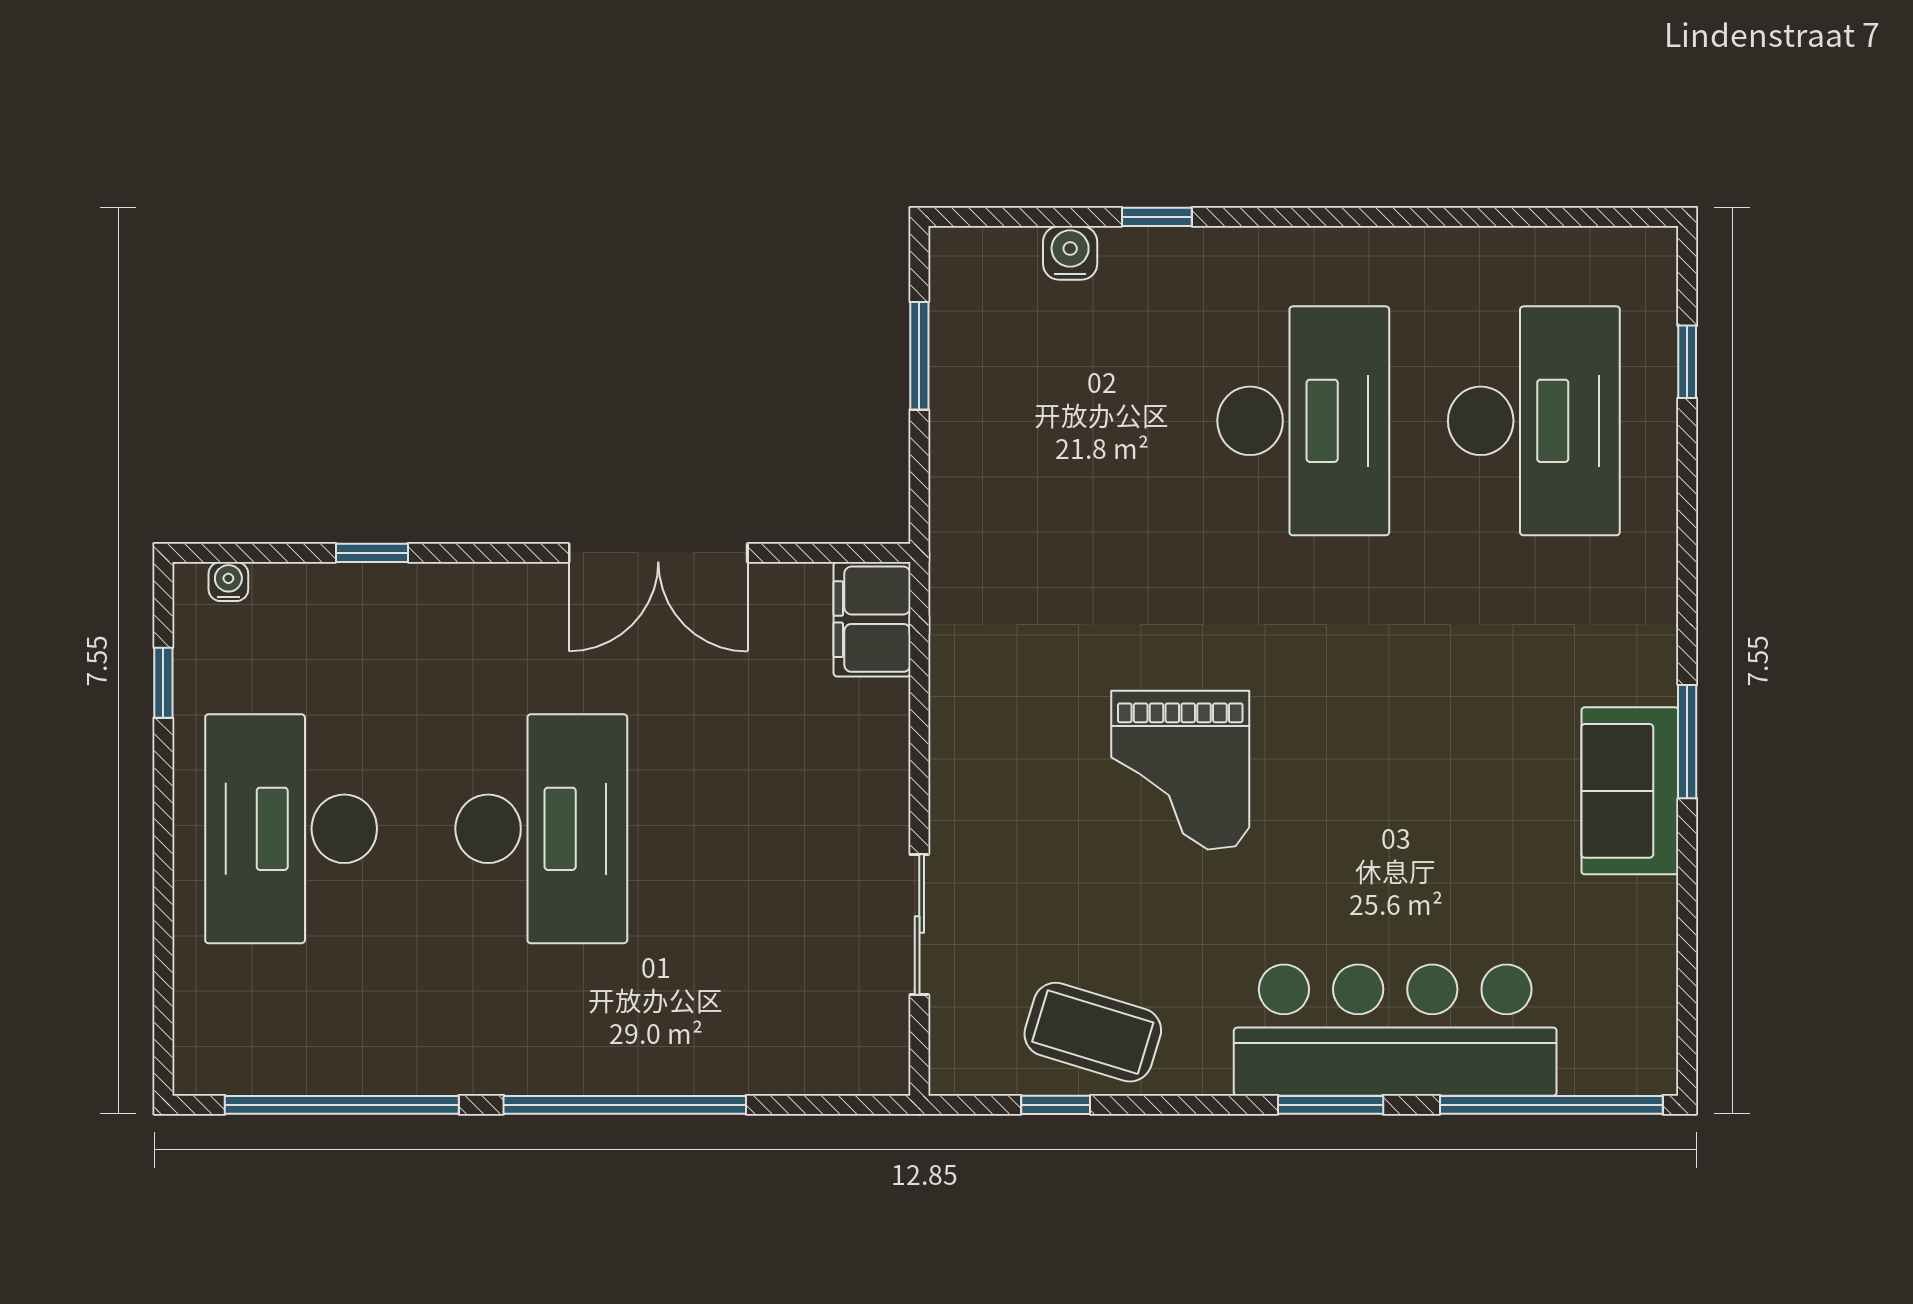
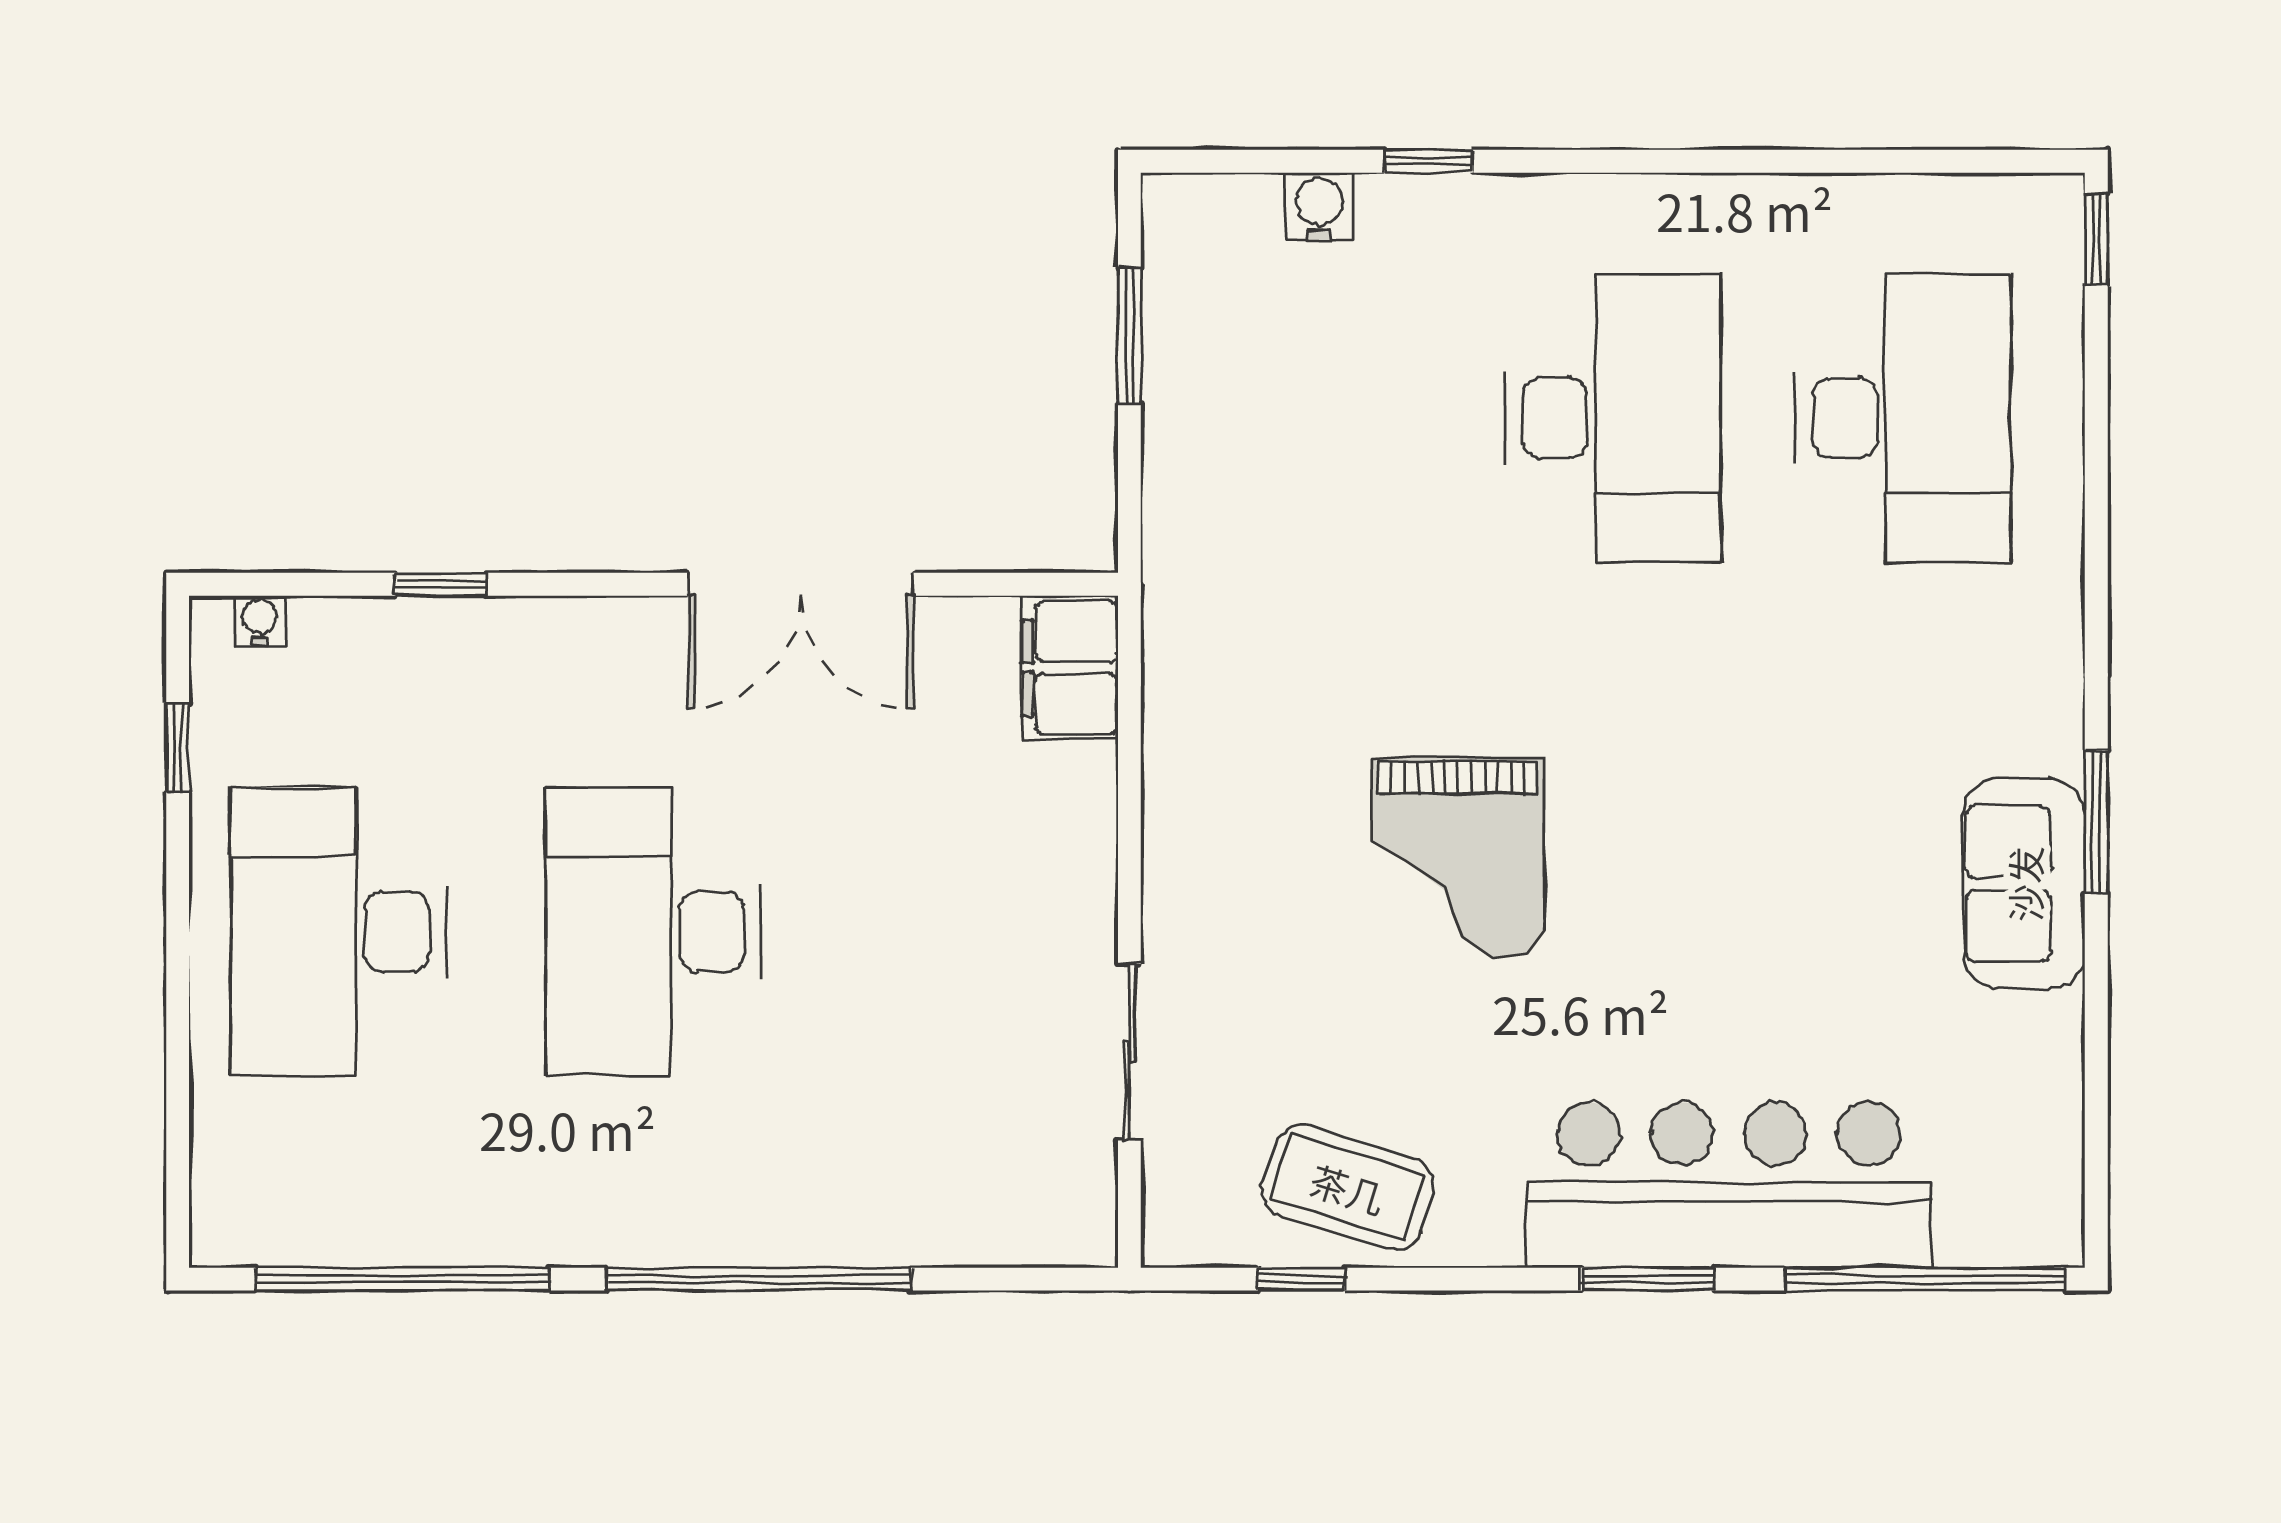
window: (1687, 362) -> (2096, 240), moved
desk: (541, 829) -> (654, 932), turned 180

